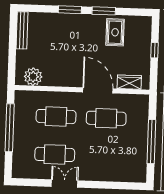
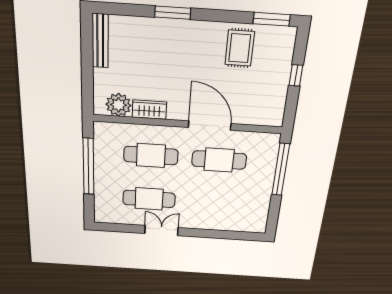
window: (104, 11) -> (272, 19), moved
wardrobe: (129, 82) -> (149, 110), moved
window: (151, 142) -> (281, 170), moved

